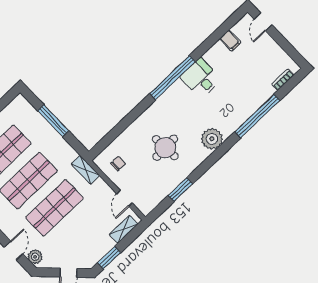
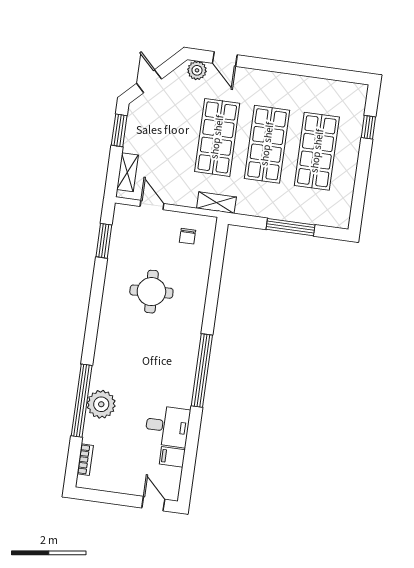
desk: (201, 78) -> (167, 426), moved
plant: (212, 139) -> (101, 404), moved
window: (180, 190) -> (104, 241), moved

